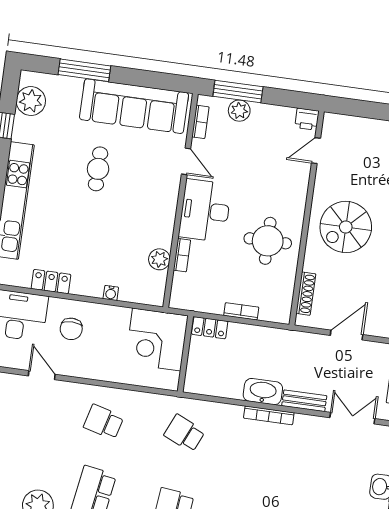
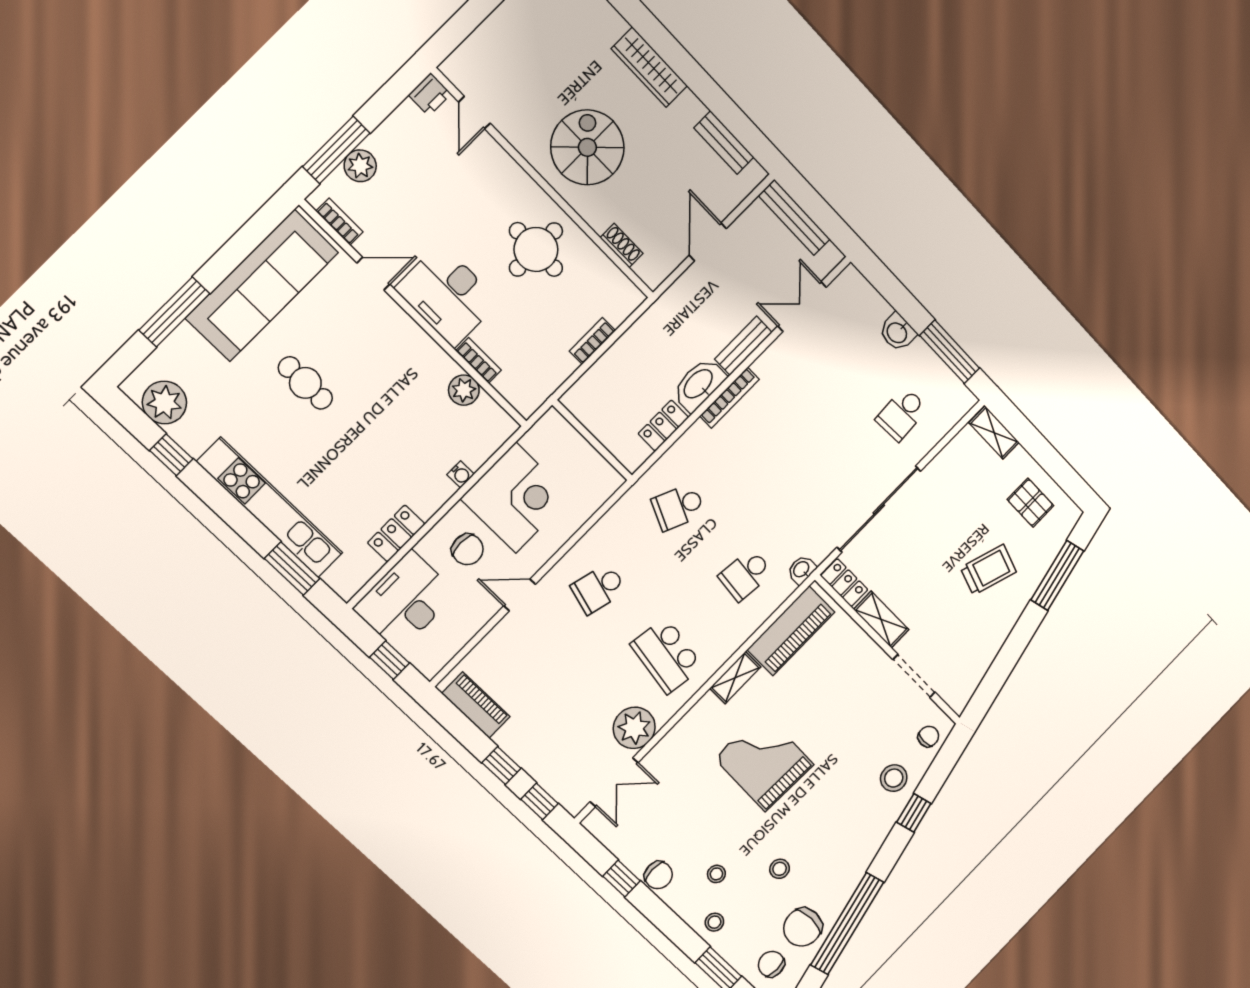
spiral stairs: (346, 227) -> (587, 147), turned 180
shoe rack: (306, 294) -> (622, 246), width x0.70
locker: (210, 328) -> (663, 426), moved, turned 180
corner desk: (157, 339) -> (516, 498), moved, turned -90
door: (42, 375) -> (520, 595), moved

